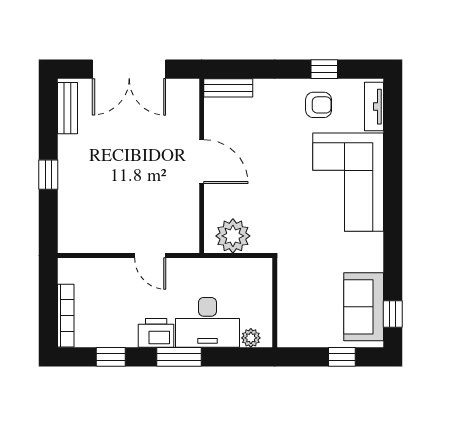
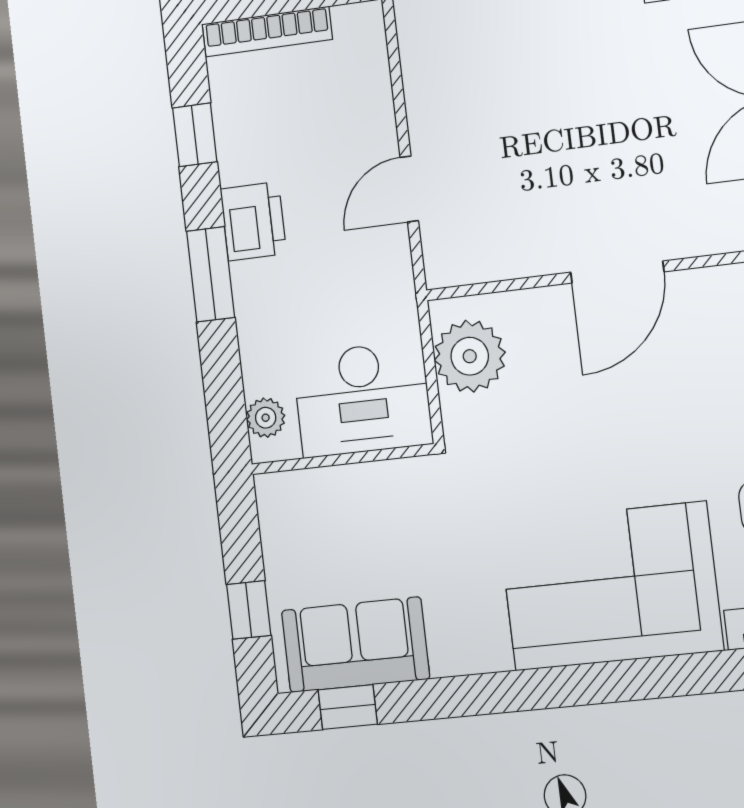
desk: (207, 322) -> (362, 399), moved, turned -90

